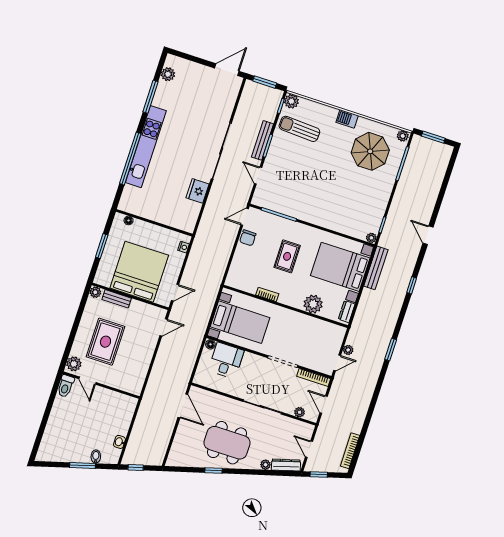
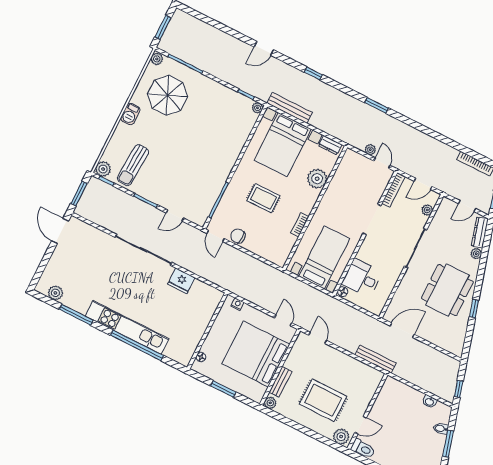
bench: (262, 140) -> (376, 359), moved
chair: (248, 238) -> (238, 236), turned 180

